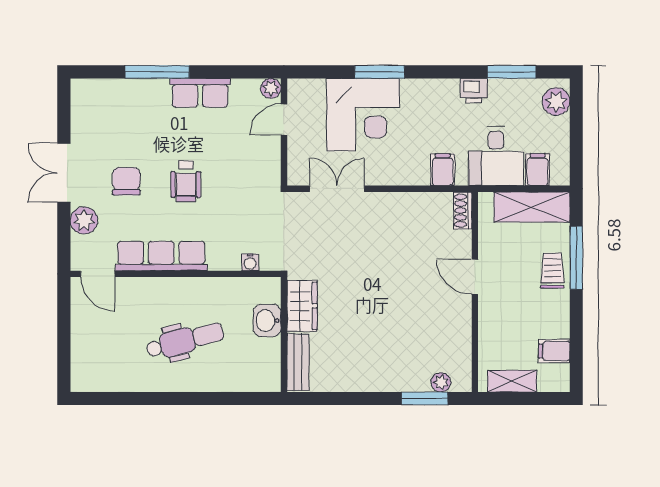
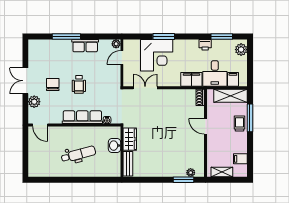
filing cabinet: (443, 170) -> (191, 79), width x2.00
row of seats: (161, 256) -> (82, 117), moved

